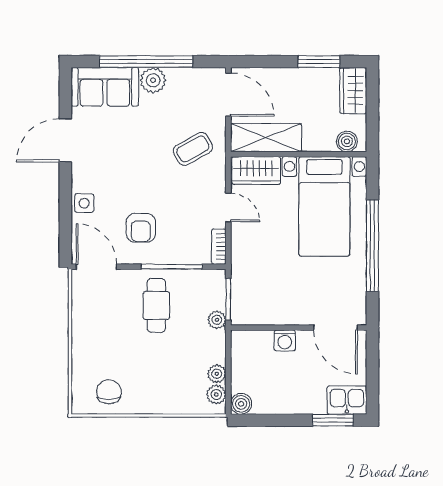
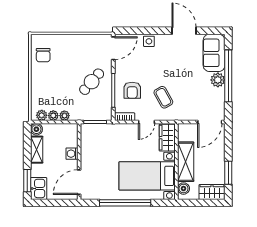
shelving: (266, 138) -> (186, 162), moved
coffee table: (193, 149) -> (163, 97), moved
armchair: (141, 228) -> (132, 90), moved, turned -90
cafe table: (156, 305) -> (92, 82), turned -49
plant: (217, 320) -> (64, 116), moved
chair: (109, 392) -> (43, 55), turned 90
shelving: (277, 404) -> (37, 150), added

